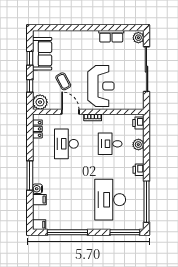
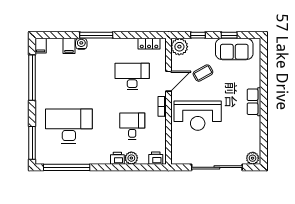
row of seats: (111, 36) -> (254, 102), moved
printer: (139, 170) -> (117, 158), moved

